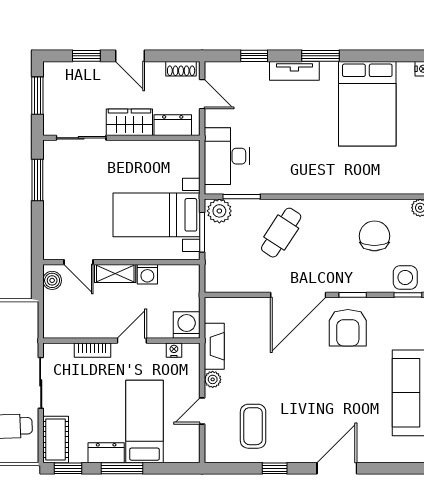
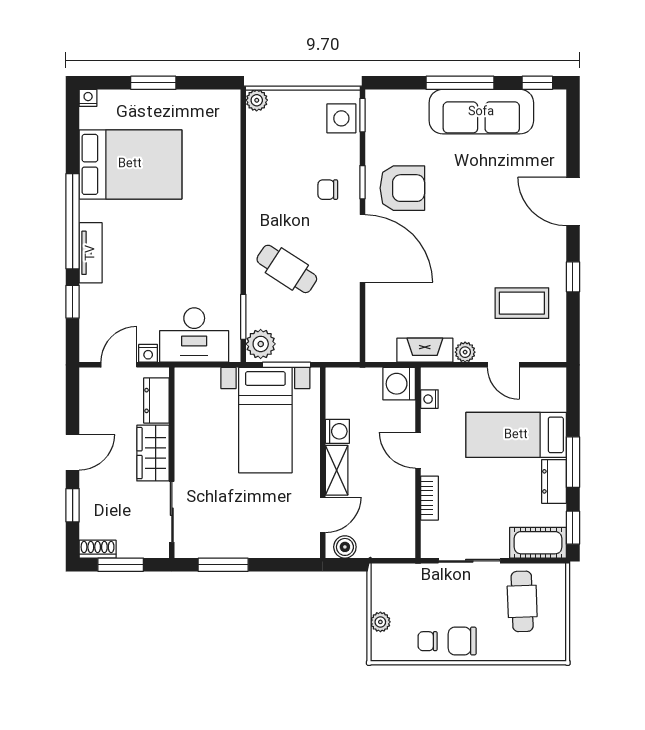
window: (321, 56) -> (73, 221), width x2.11
shoe rack: (181, 69) -> (98, 549), moved, turned -90
nightstand: (212, 118) -> (148, 353), added
chair: (374, 236) -> (328, 190), moved, width x0.54, depth x0.54

